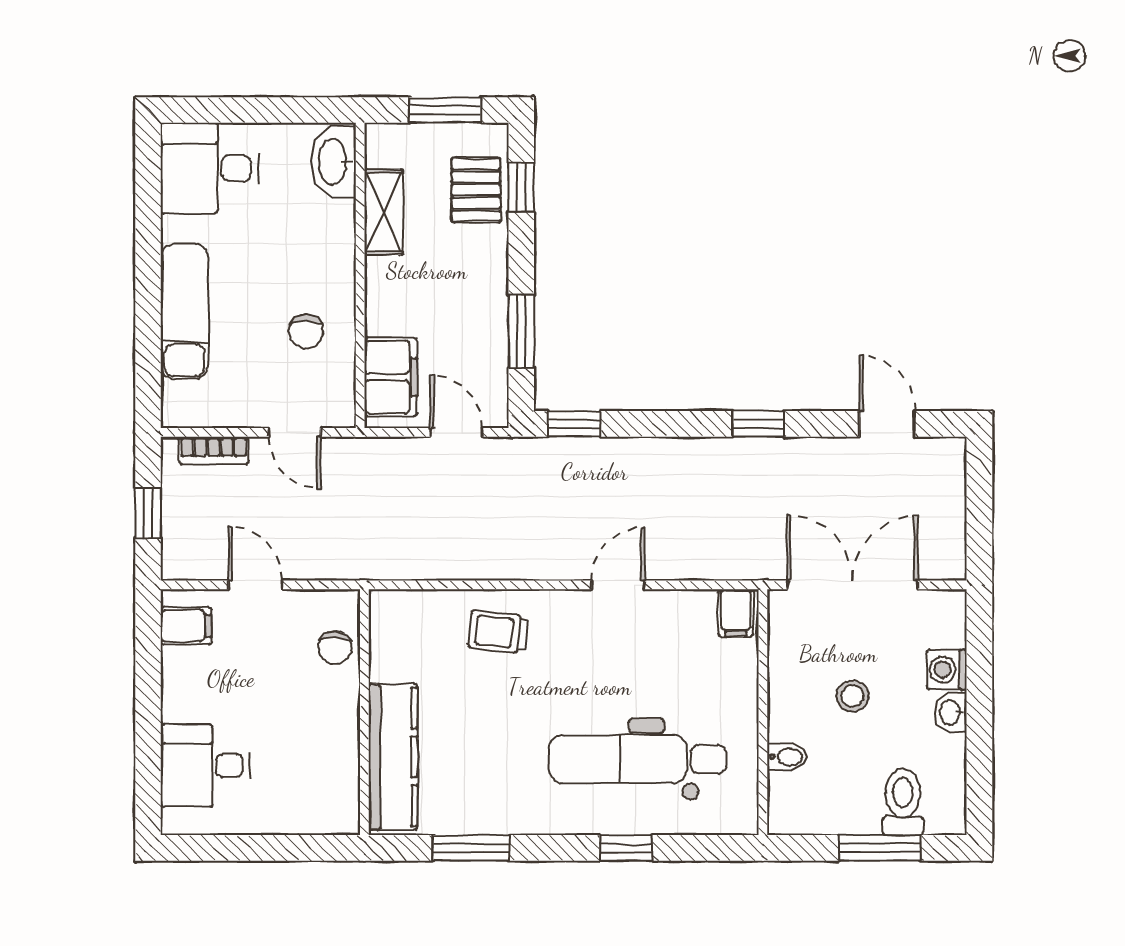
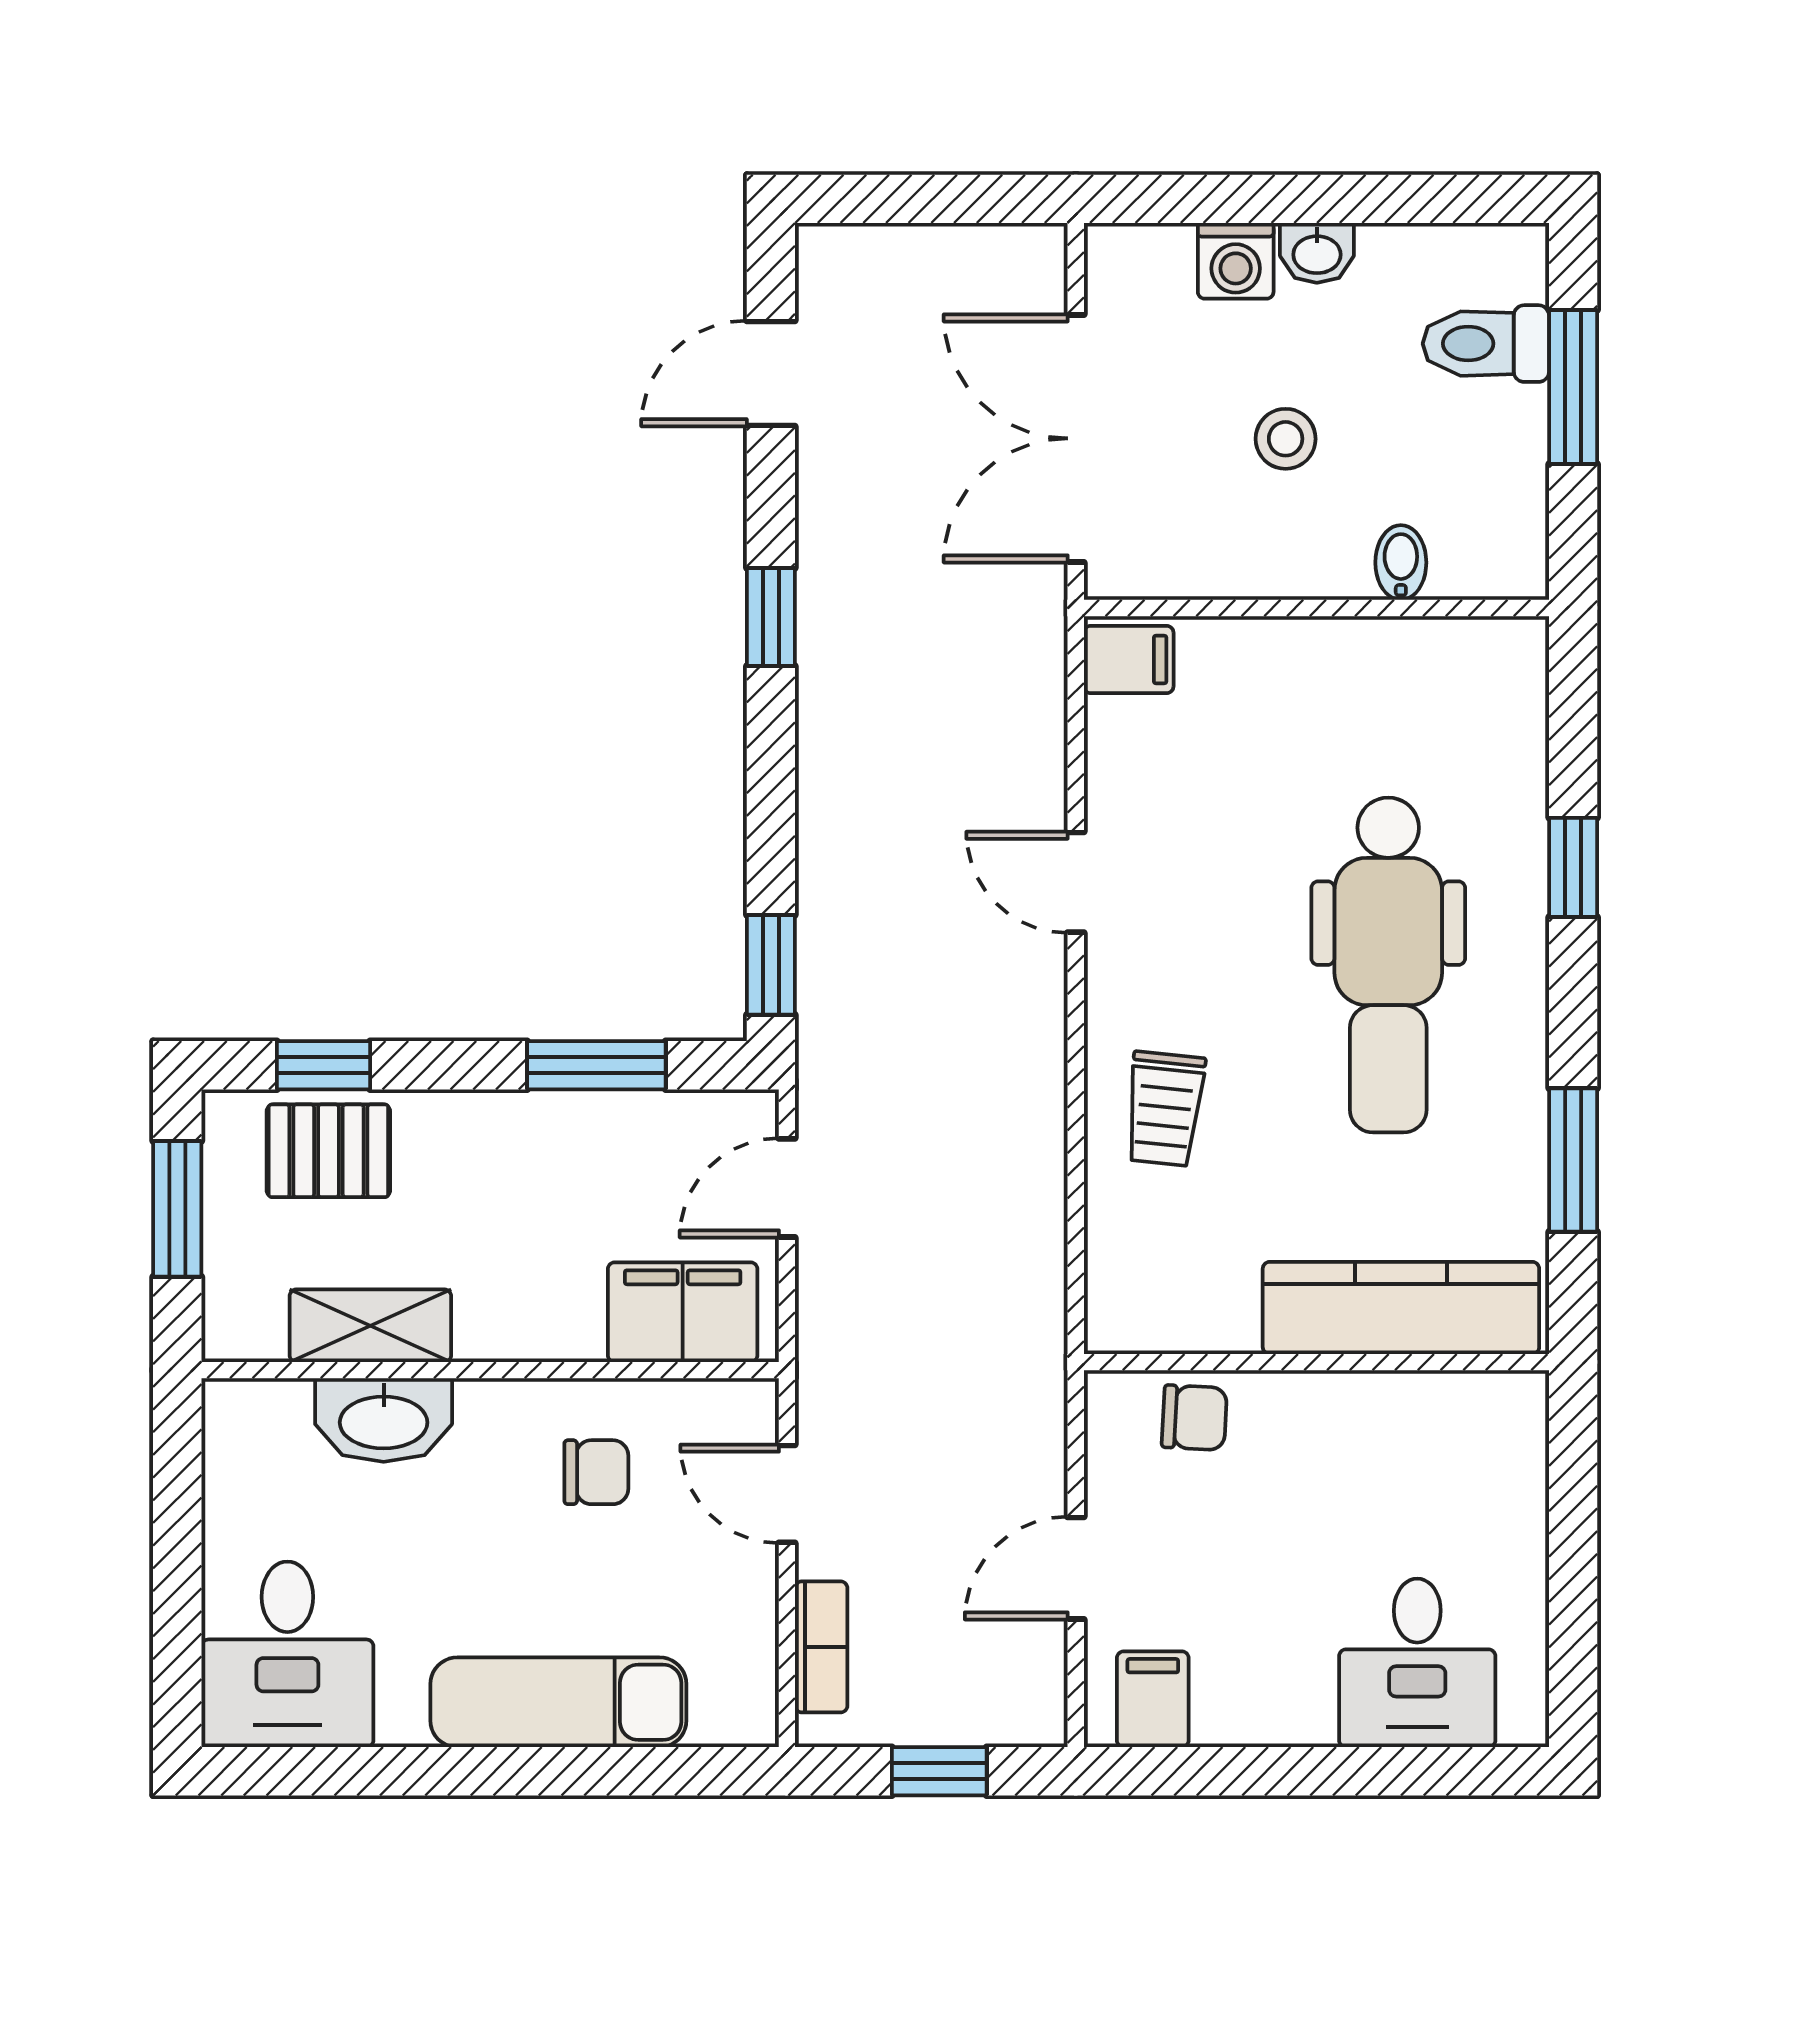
washbasin: (334, 162) -> (384, 1420), moved
door: (295, 432) -> (787, 1494), swing flipped
dental chair: (638, 759) -> (1388, 965), moved

